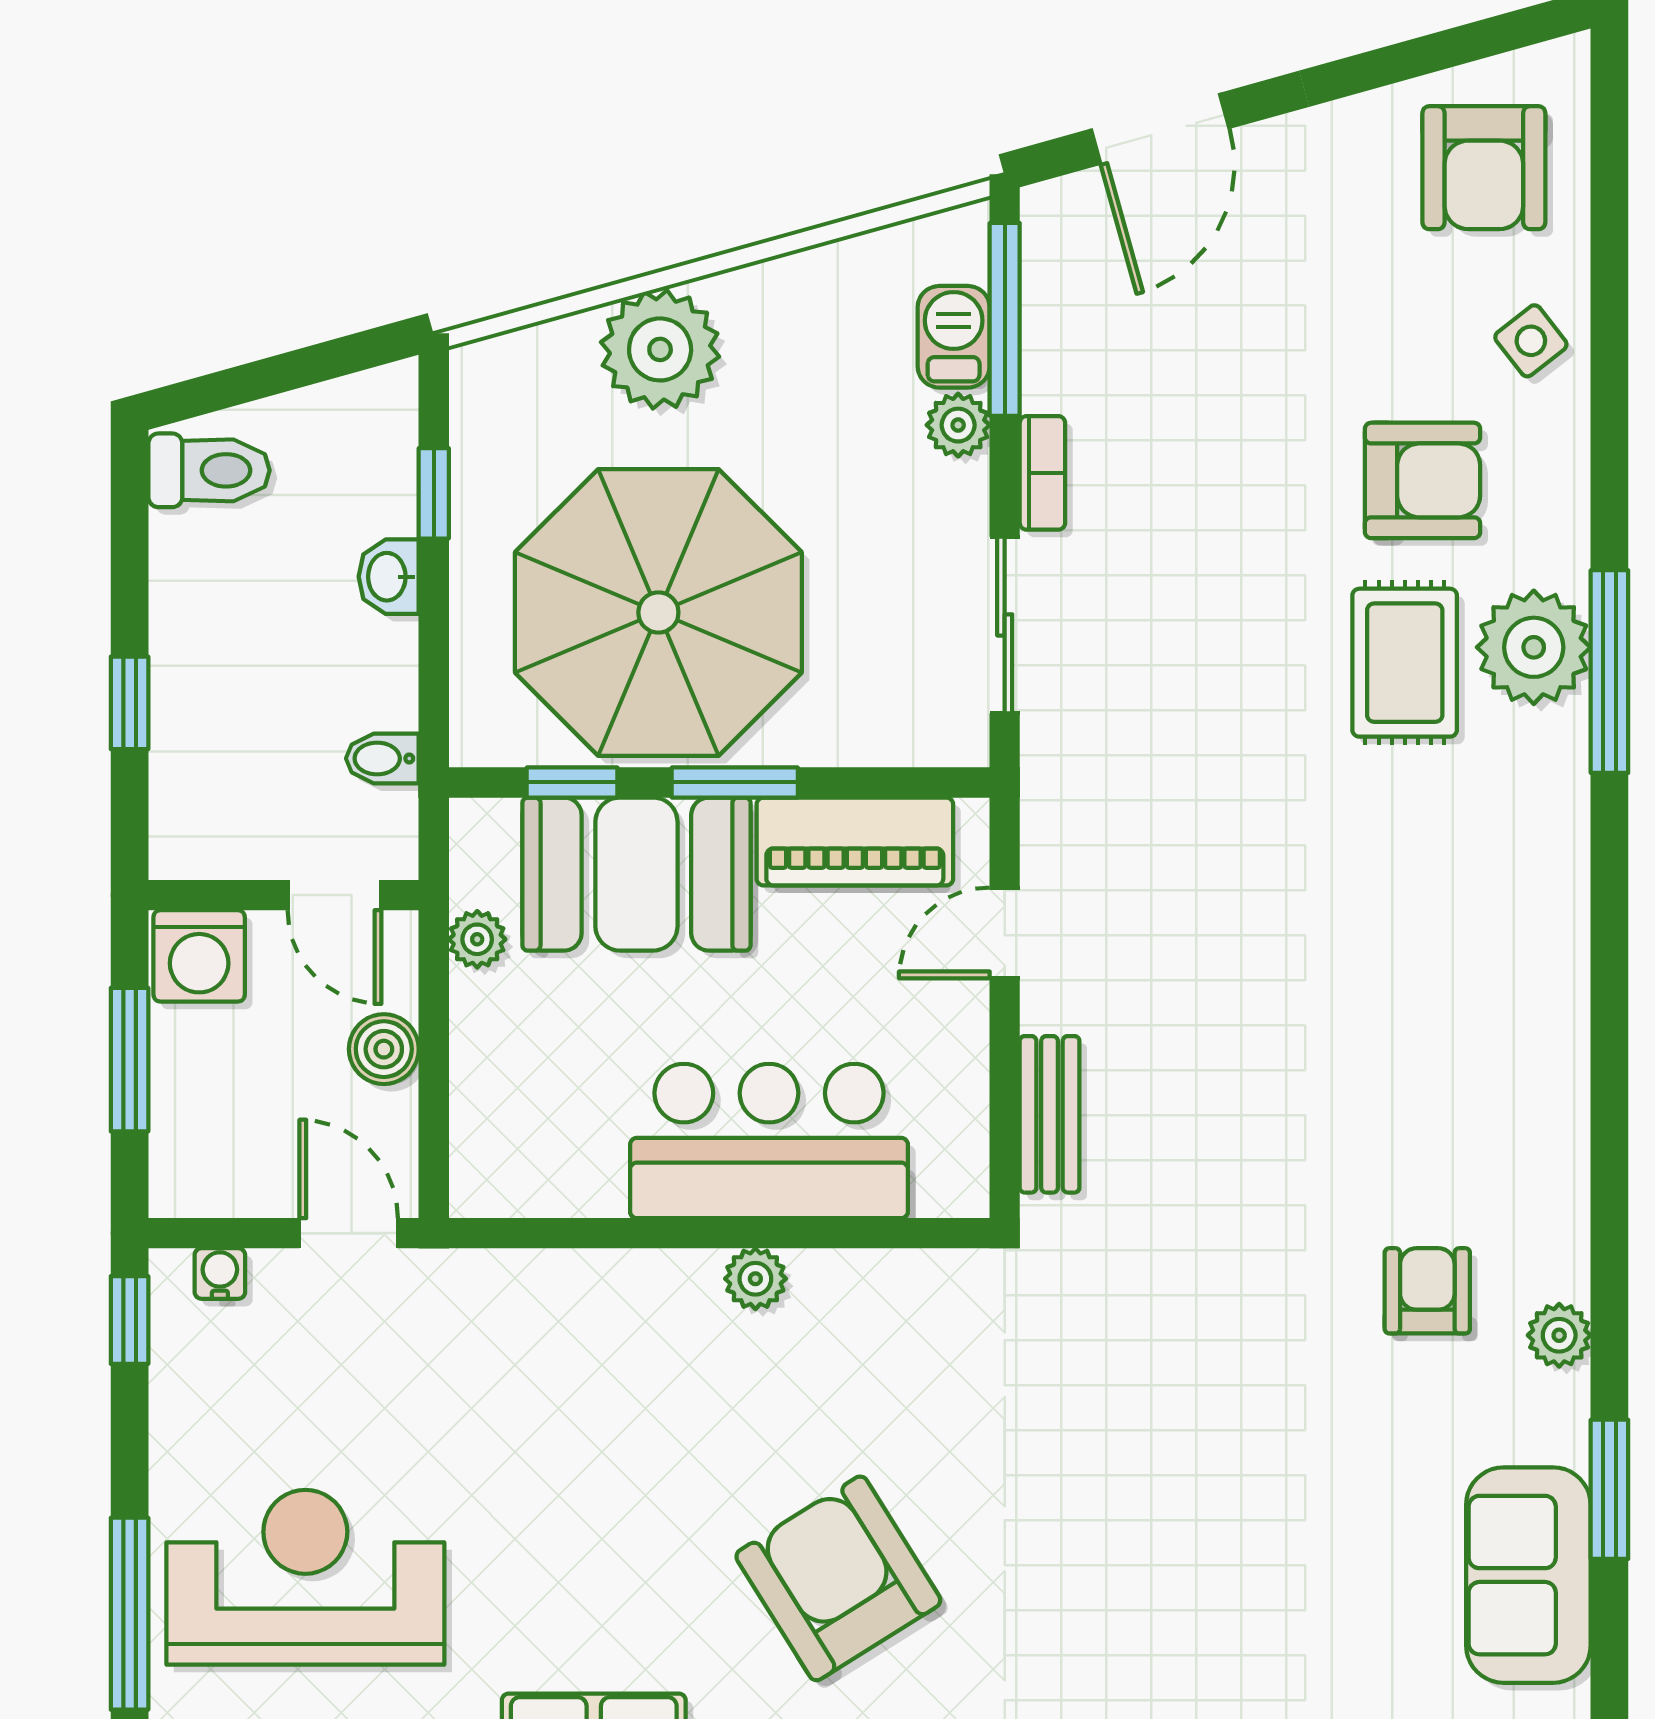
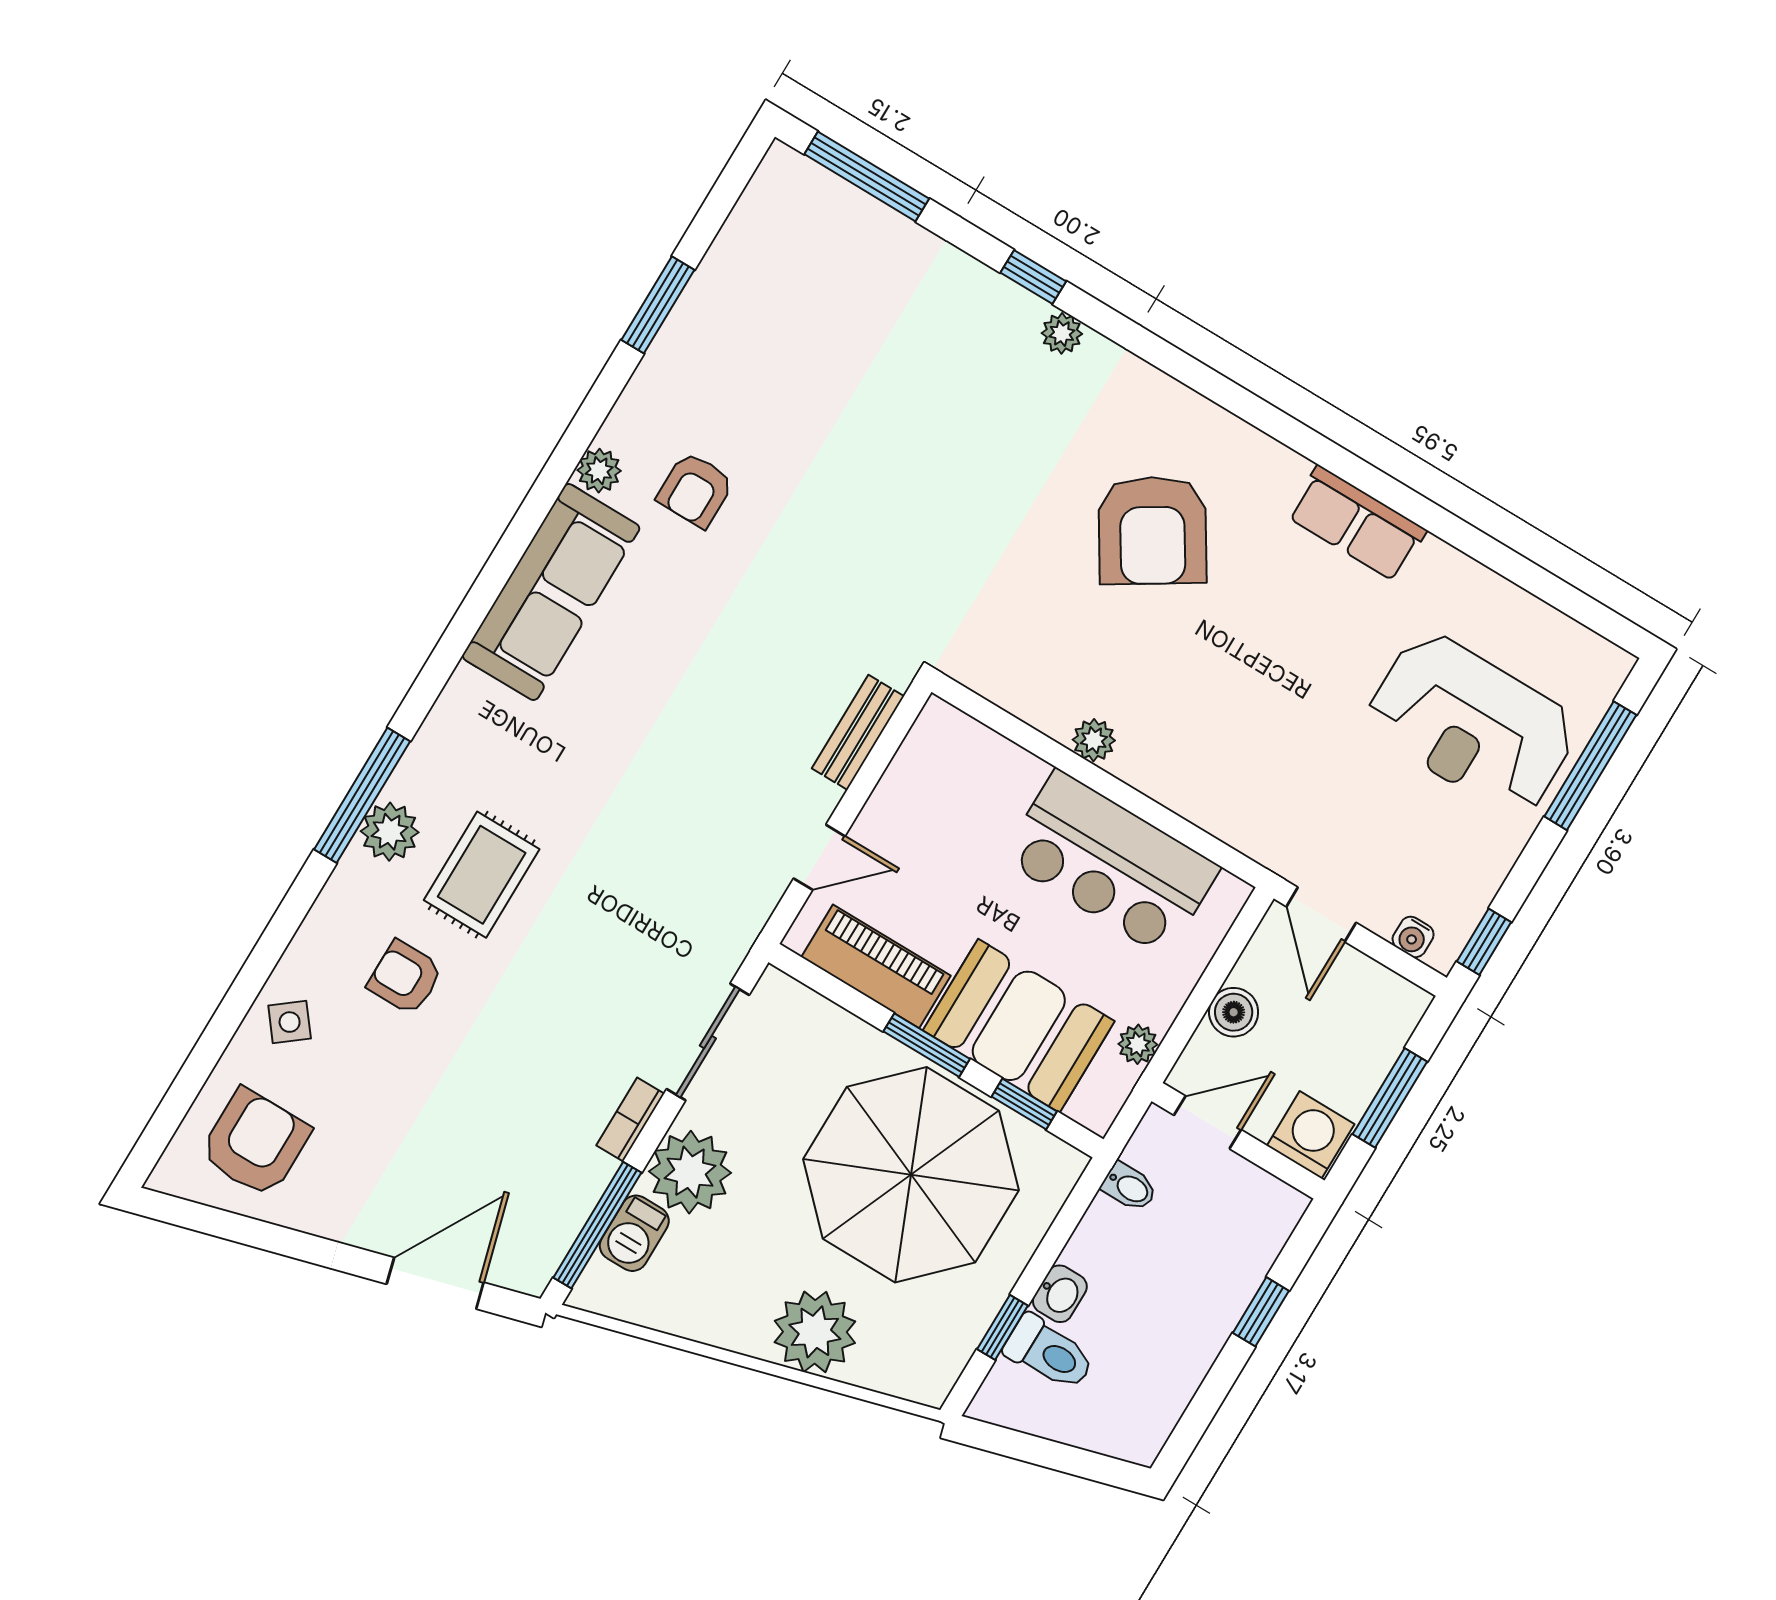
plant: (958, 425) -> (690, 1172), width x1.87, depth x1.87
toilet: (209, 470) -> (1049, 1353), moved, turned 180
armchair: (1423, 480) -> (405, 977), width x0.72, depth x0.72
plant: (1534, 647) -> (390, 832), width x0.73, depth x0.73
door: (334, 895) -> (1208, 1122), hinge flipped
bar counter: (769, 1141) -> (1111, 863), moved
plant: (1559, 1335) -> (599, 471), moved
sofa: (1528, 1575) -> (551, 592), moved, width x1.36

